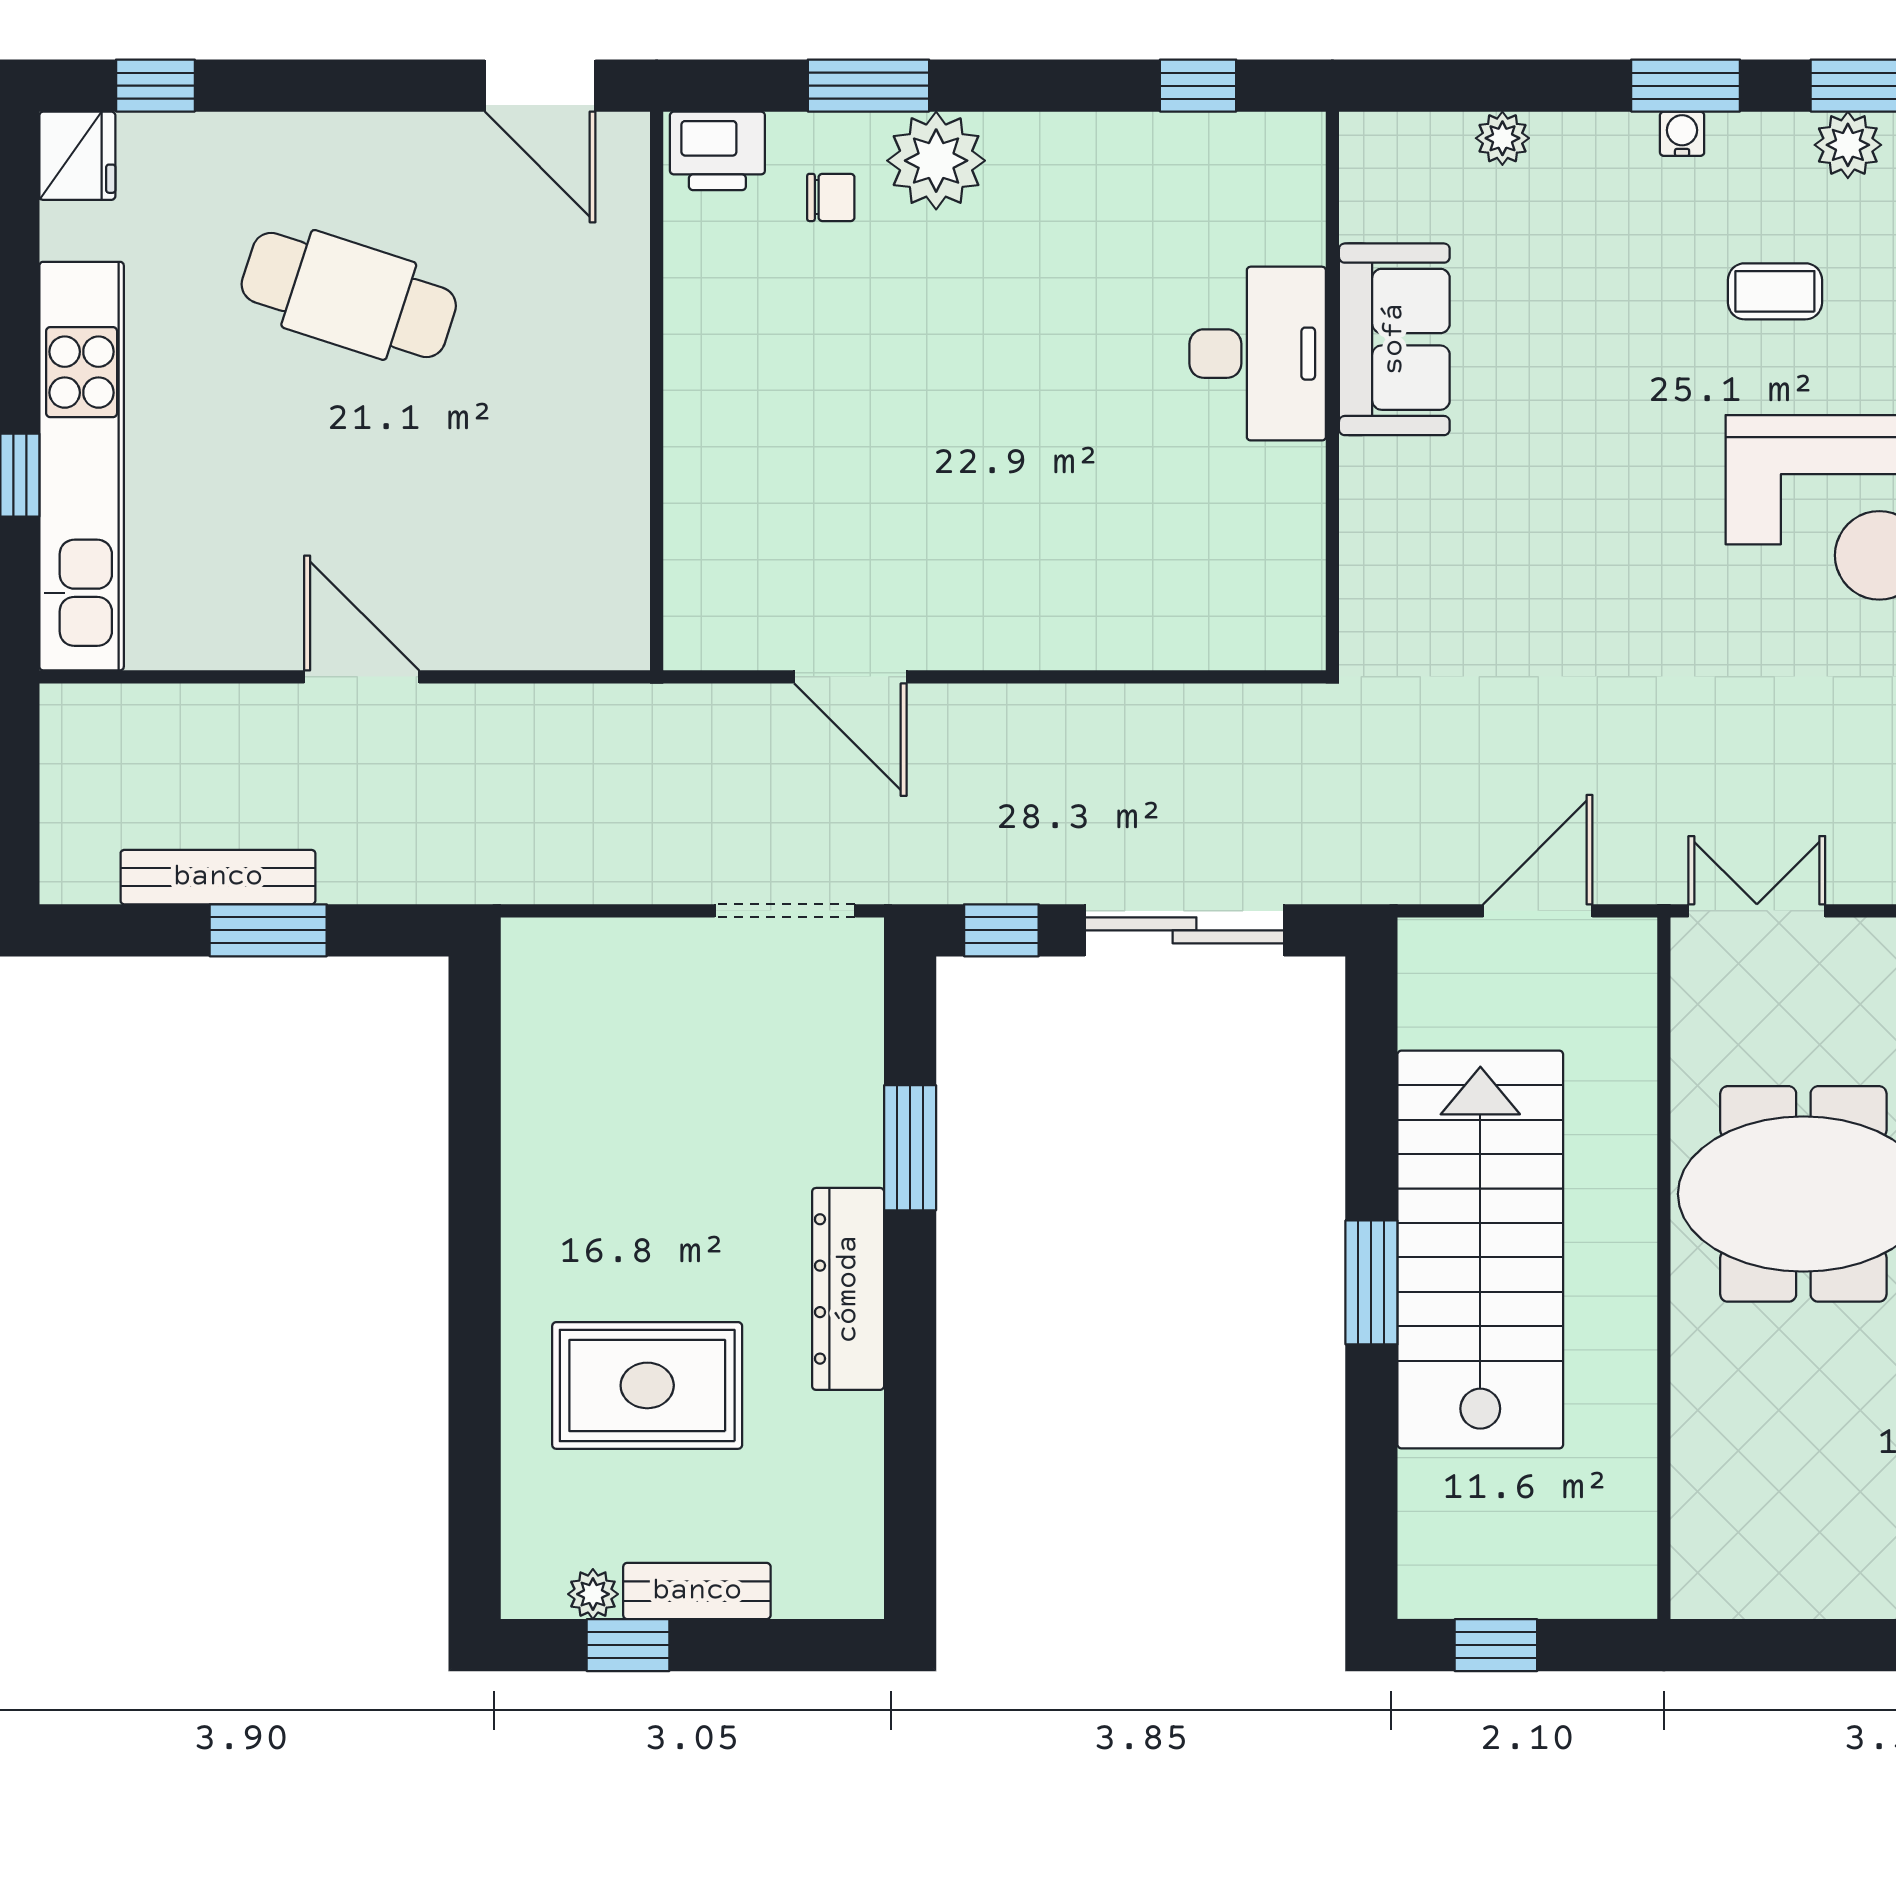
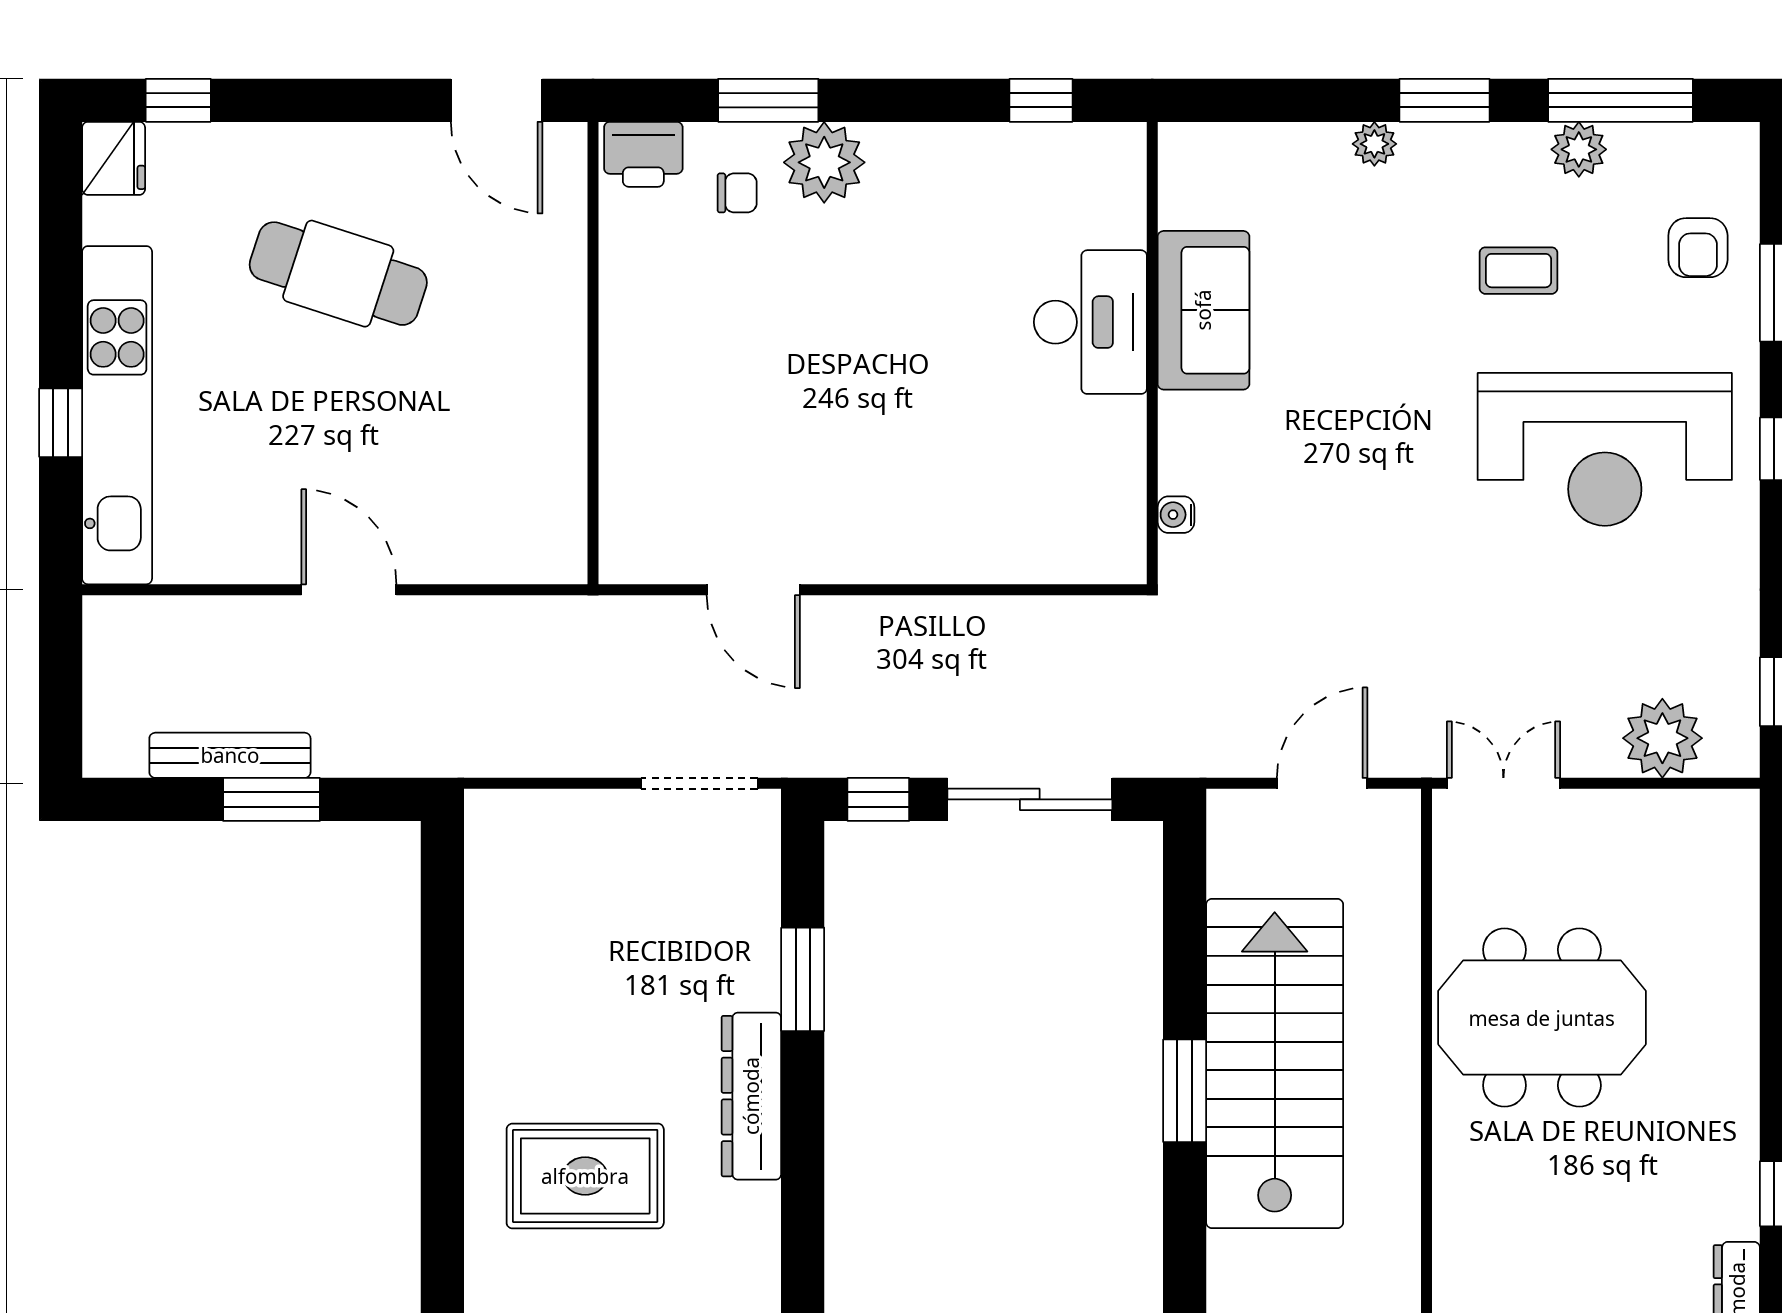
water cooler: (1682, 134) -> (1176, 515), moved, turned -90
plant: (1502, 138) -> (1374, 144), moved

